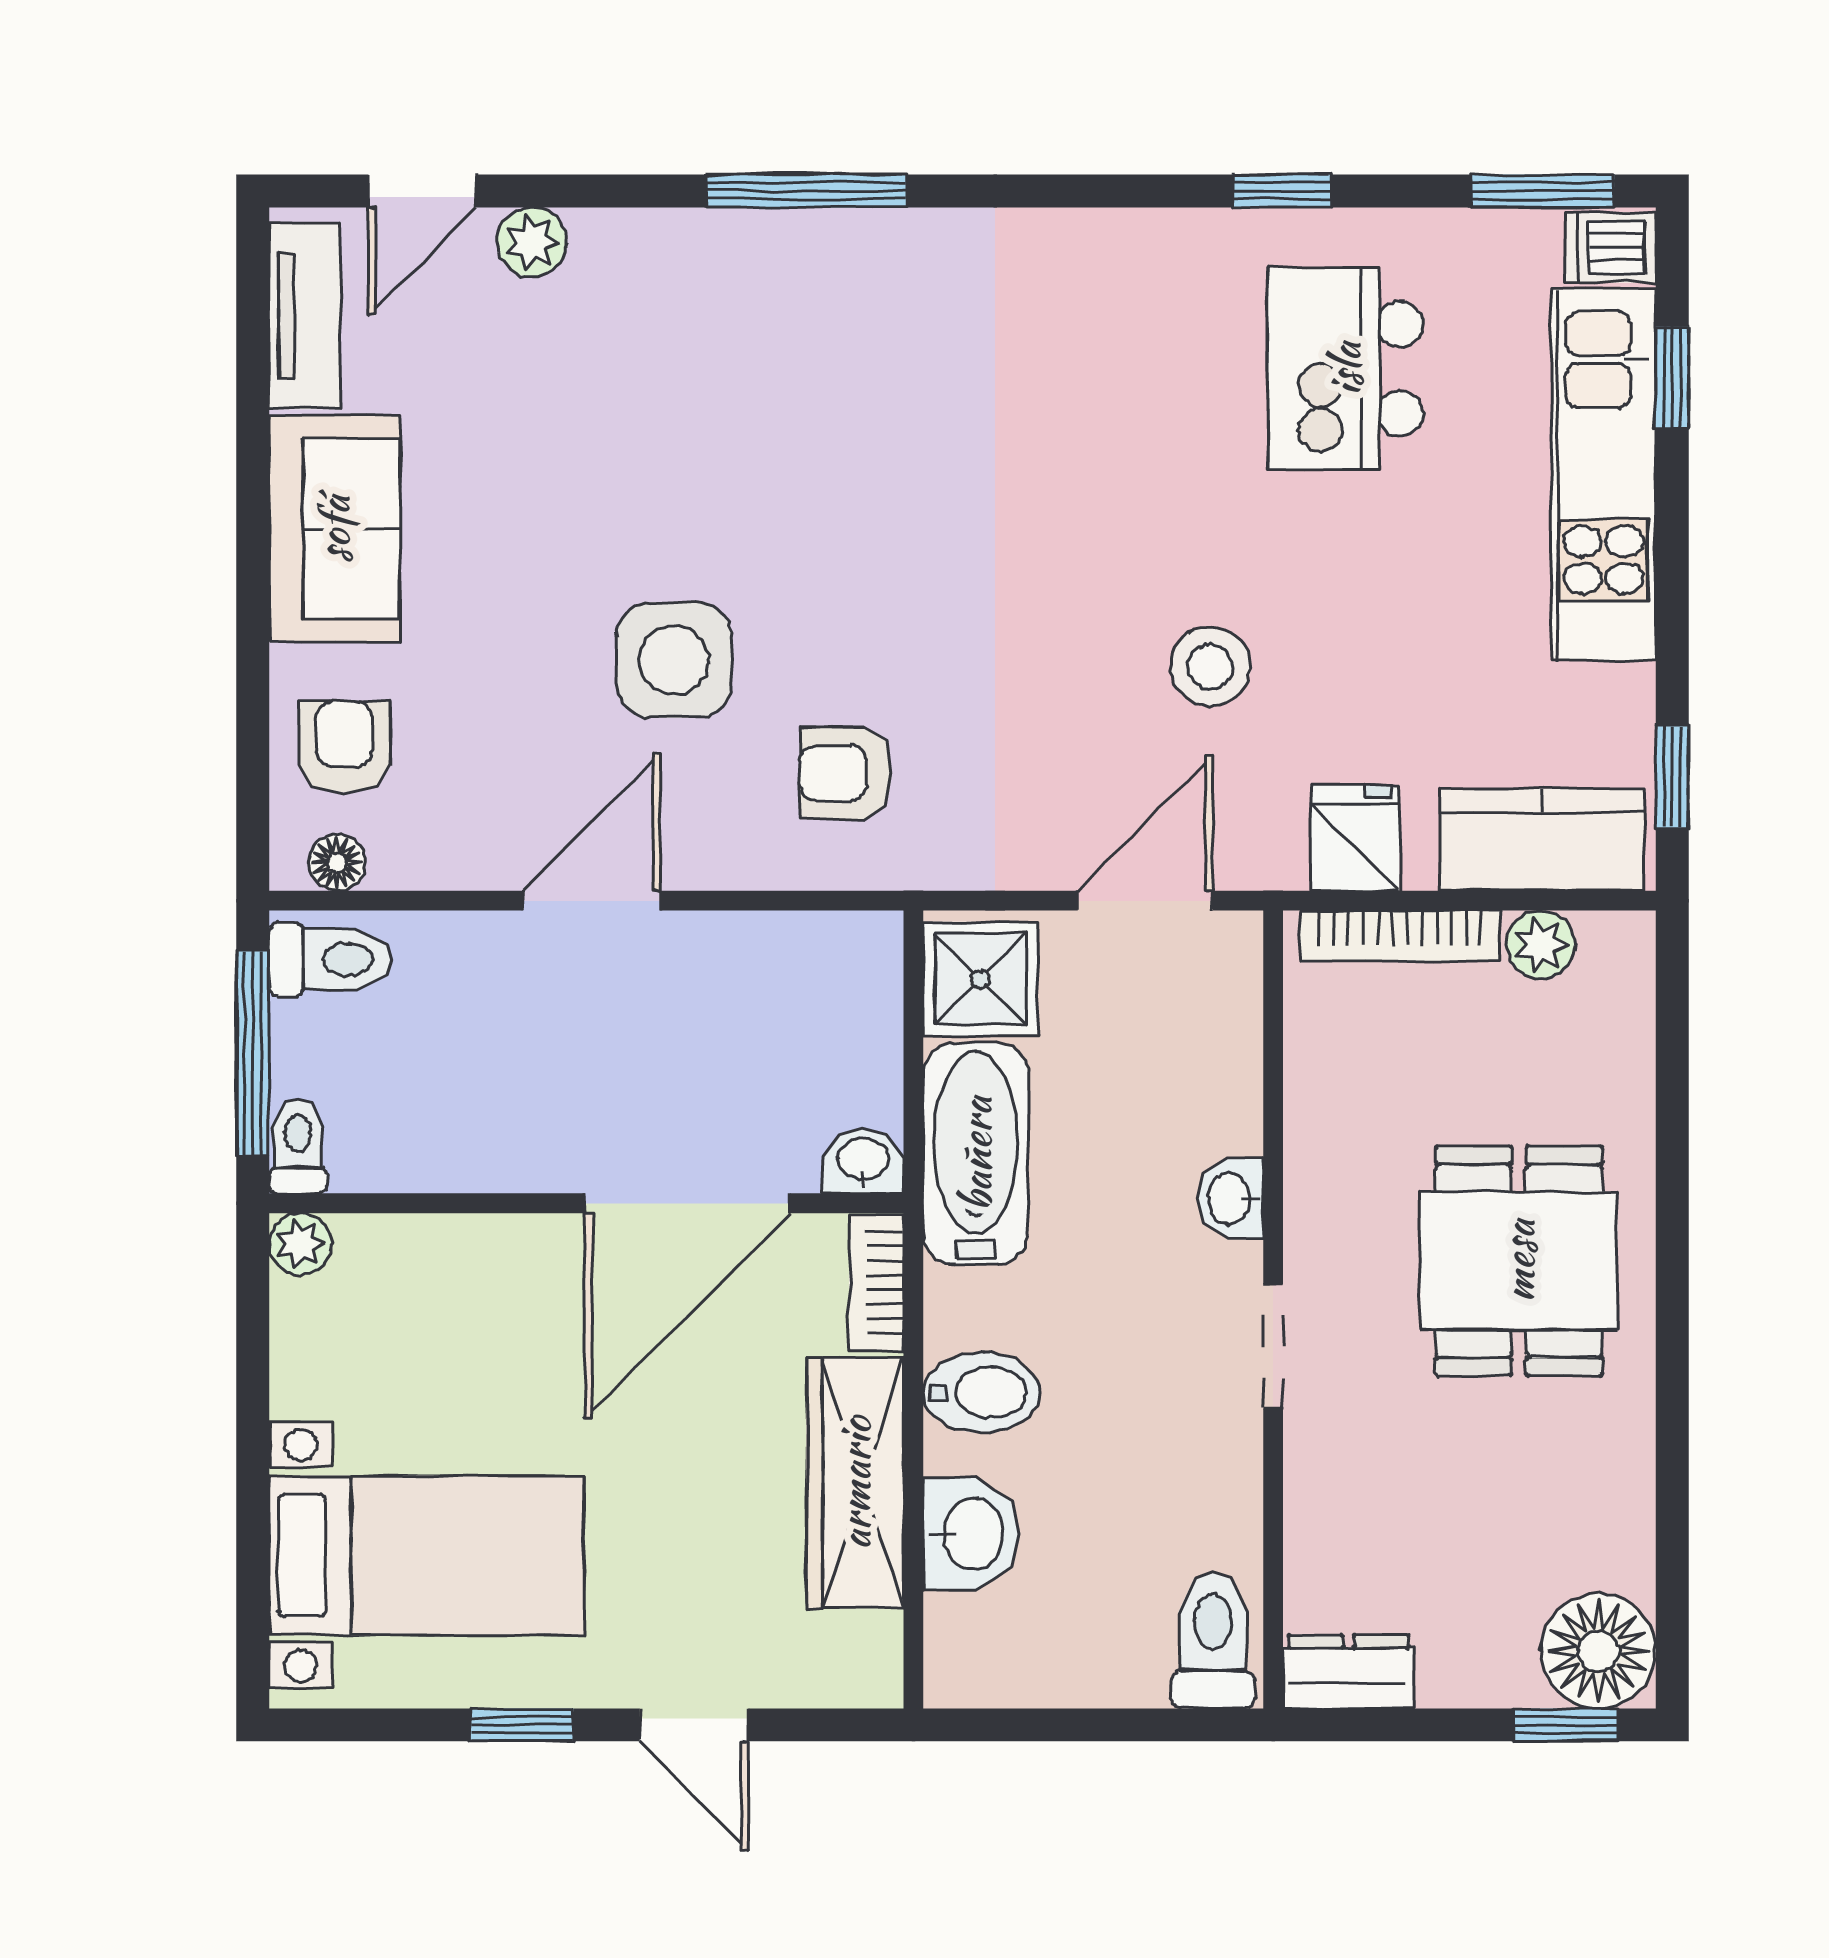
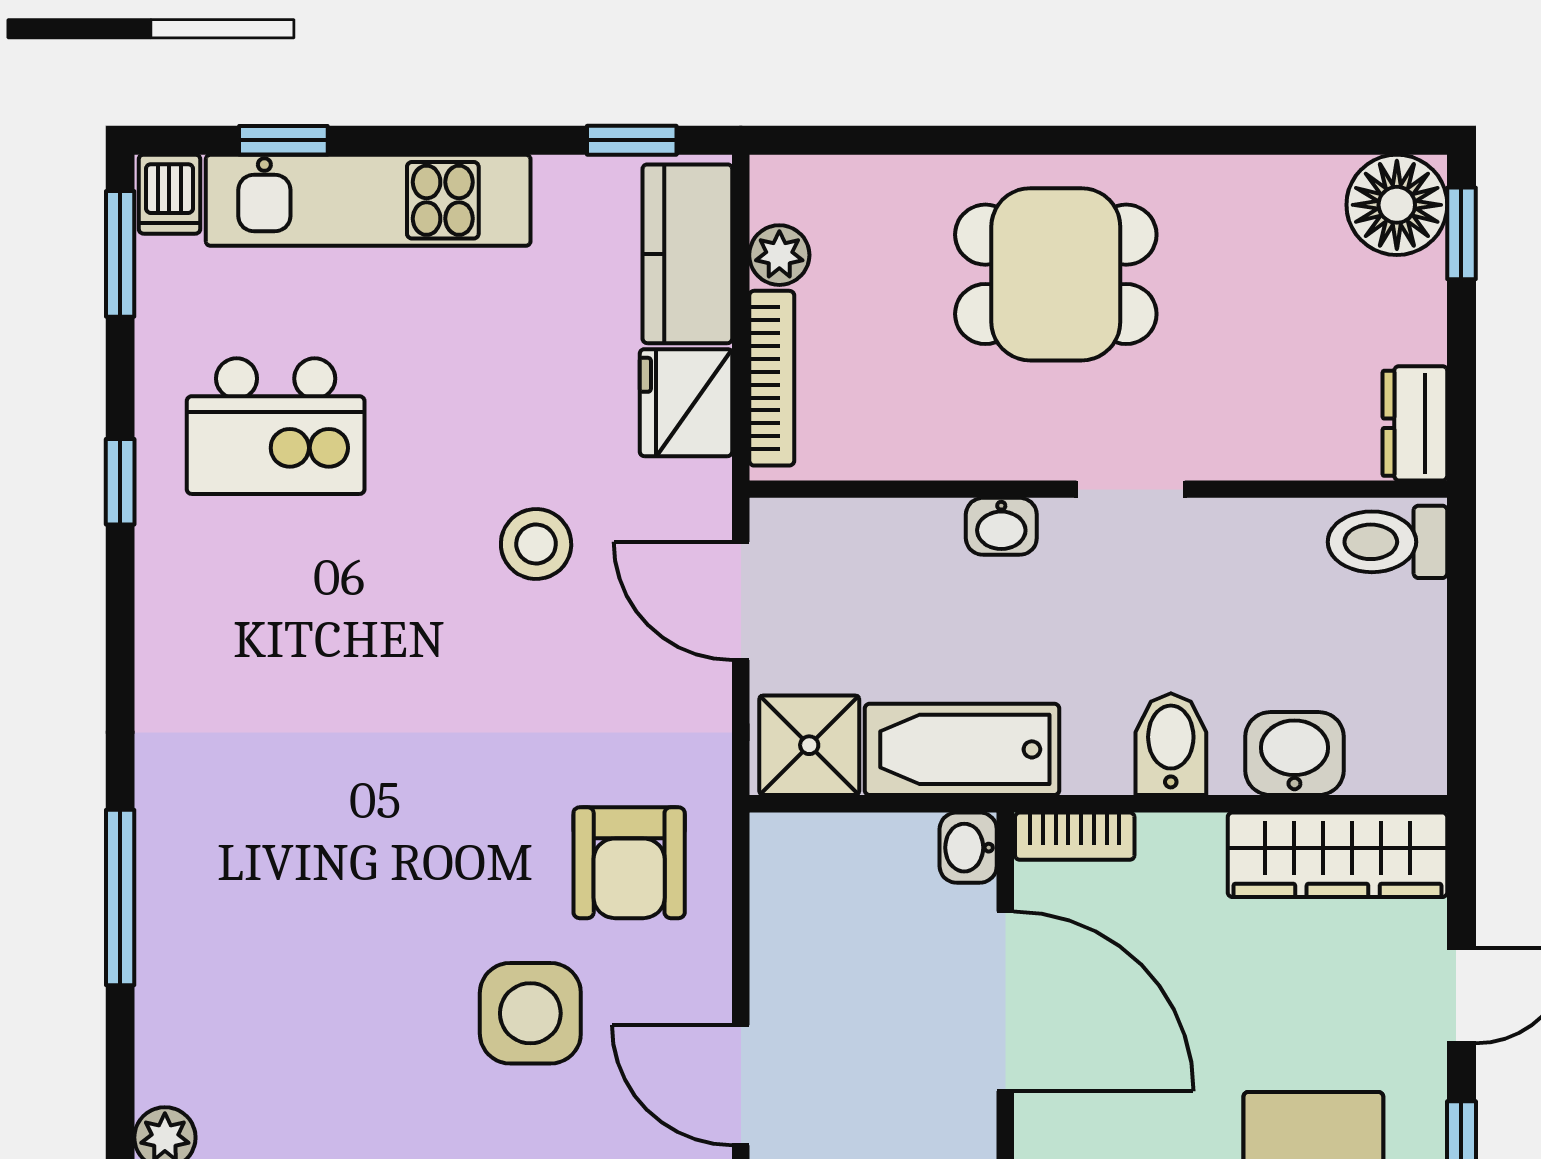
armchair: (846, 773) -> (629, 863), width x1.38, depth x1.38
fridge: (1355, 838) -> (686, 403), width x1.38
wardrobe: (855, 1483) -> (1337, 855), moved

